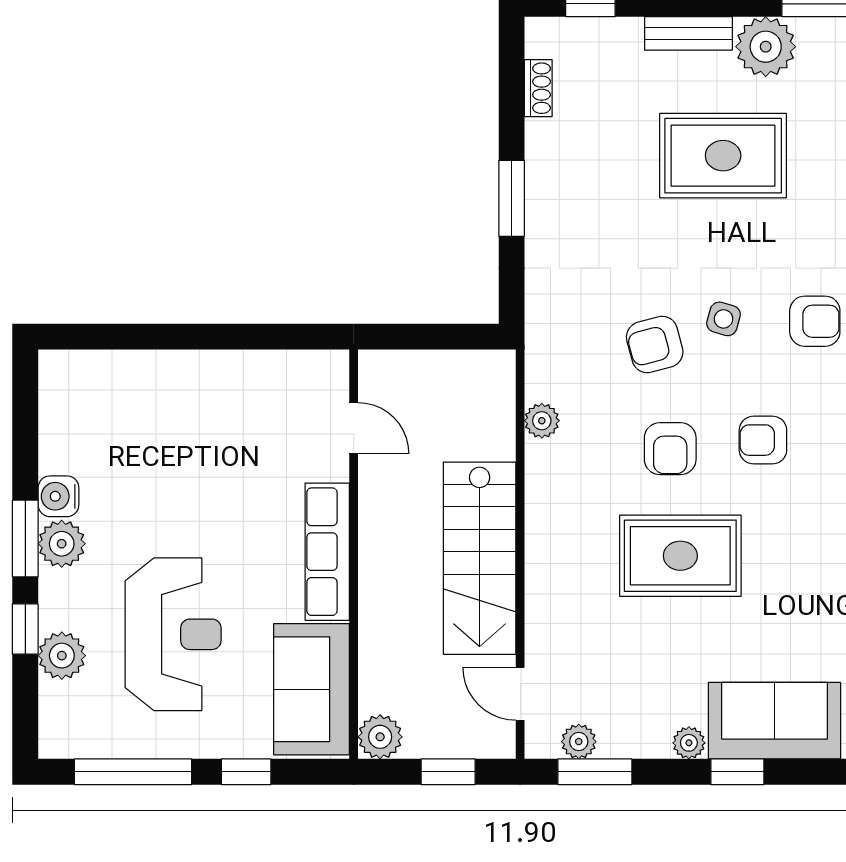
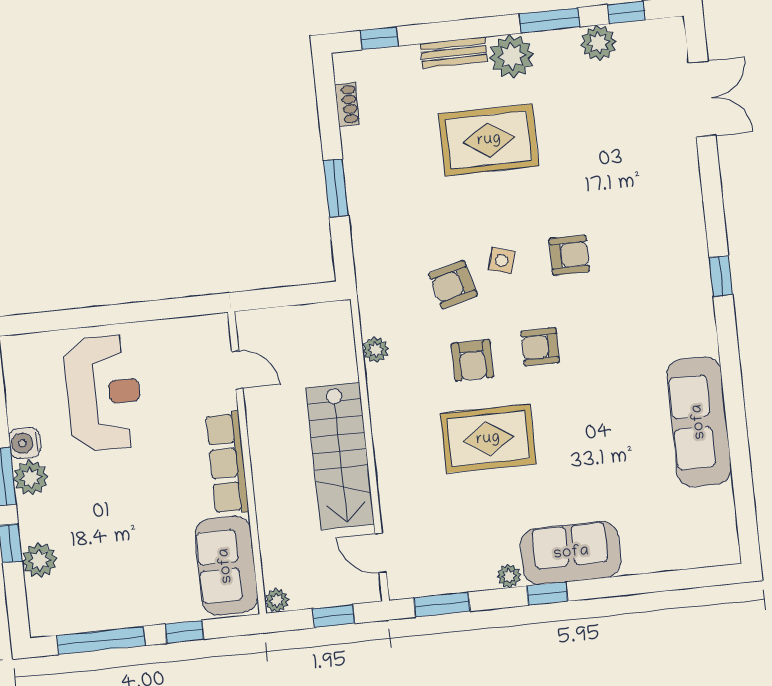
reception desk: (173, 634) -> (104, 393), moved
plant: (380, 737) -> (277, 600), width x0.73, depth x0.73
plant: (579, 742) -> (428, 584), removed

